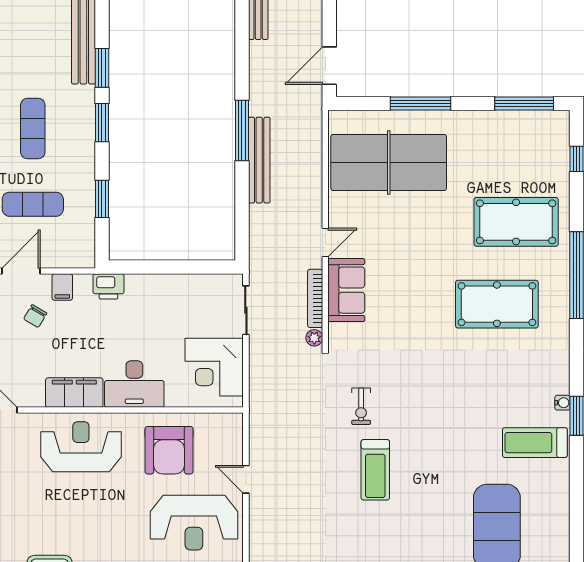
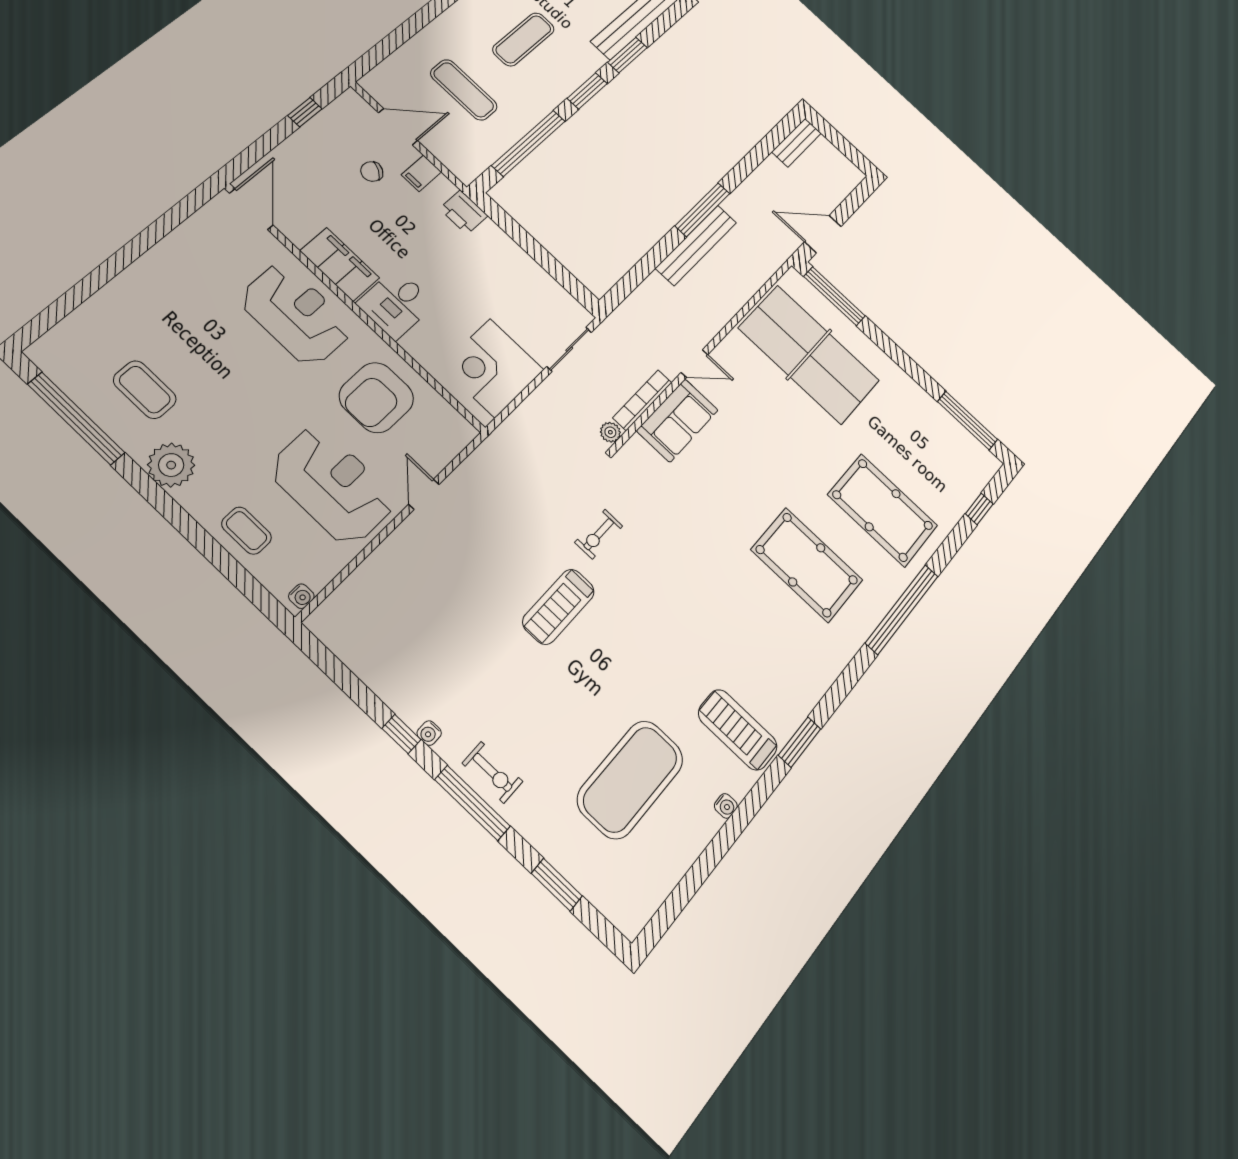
window: (420, 104) -> (834, 296), moved
window: (102, 199) -> (529, 143), width x2.11
desk: (134, 384) -> (396, 304), width x0.73
water cooler: (562, 403) -> (726, 806), moved
reception desk: (194, 523) -> (333, 485), turned 180

